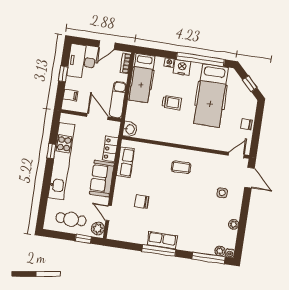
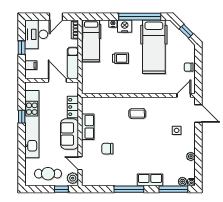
washbasin: (130, 129) -> (87, 87), removed
row of seats: (125, 162) -> (88, 127), moved
row of seats: (162, 240) -> (150, 180), moved

